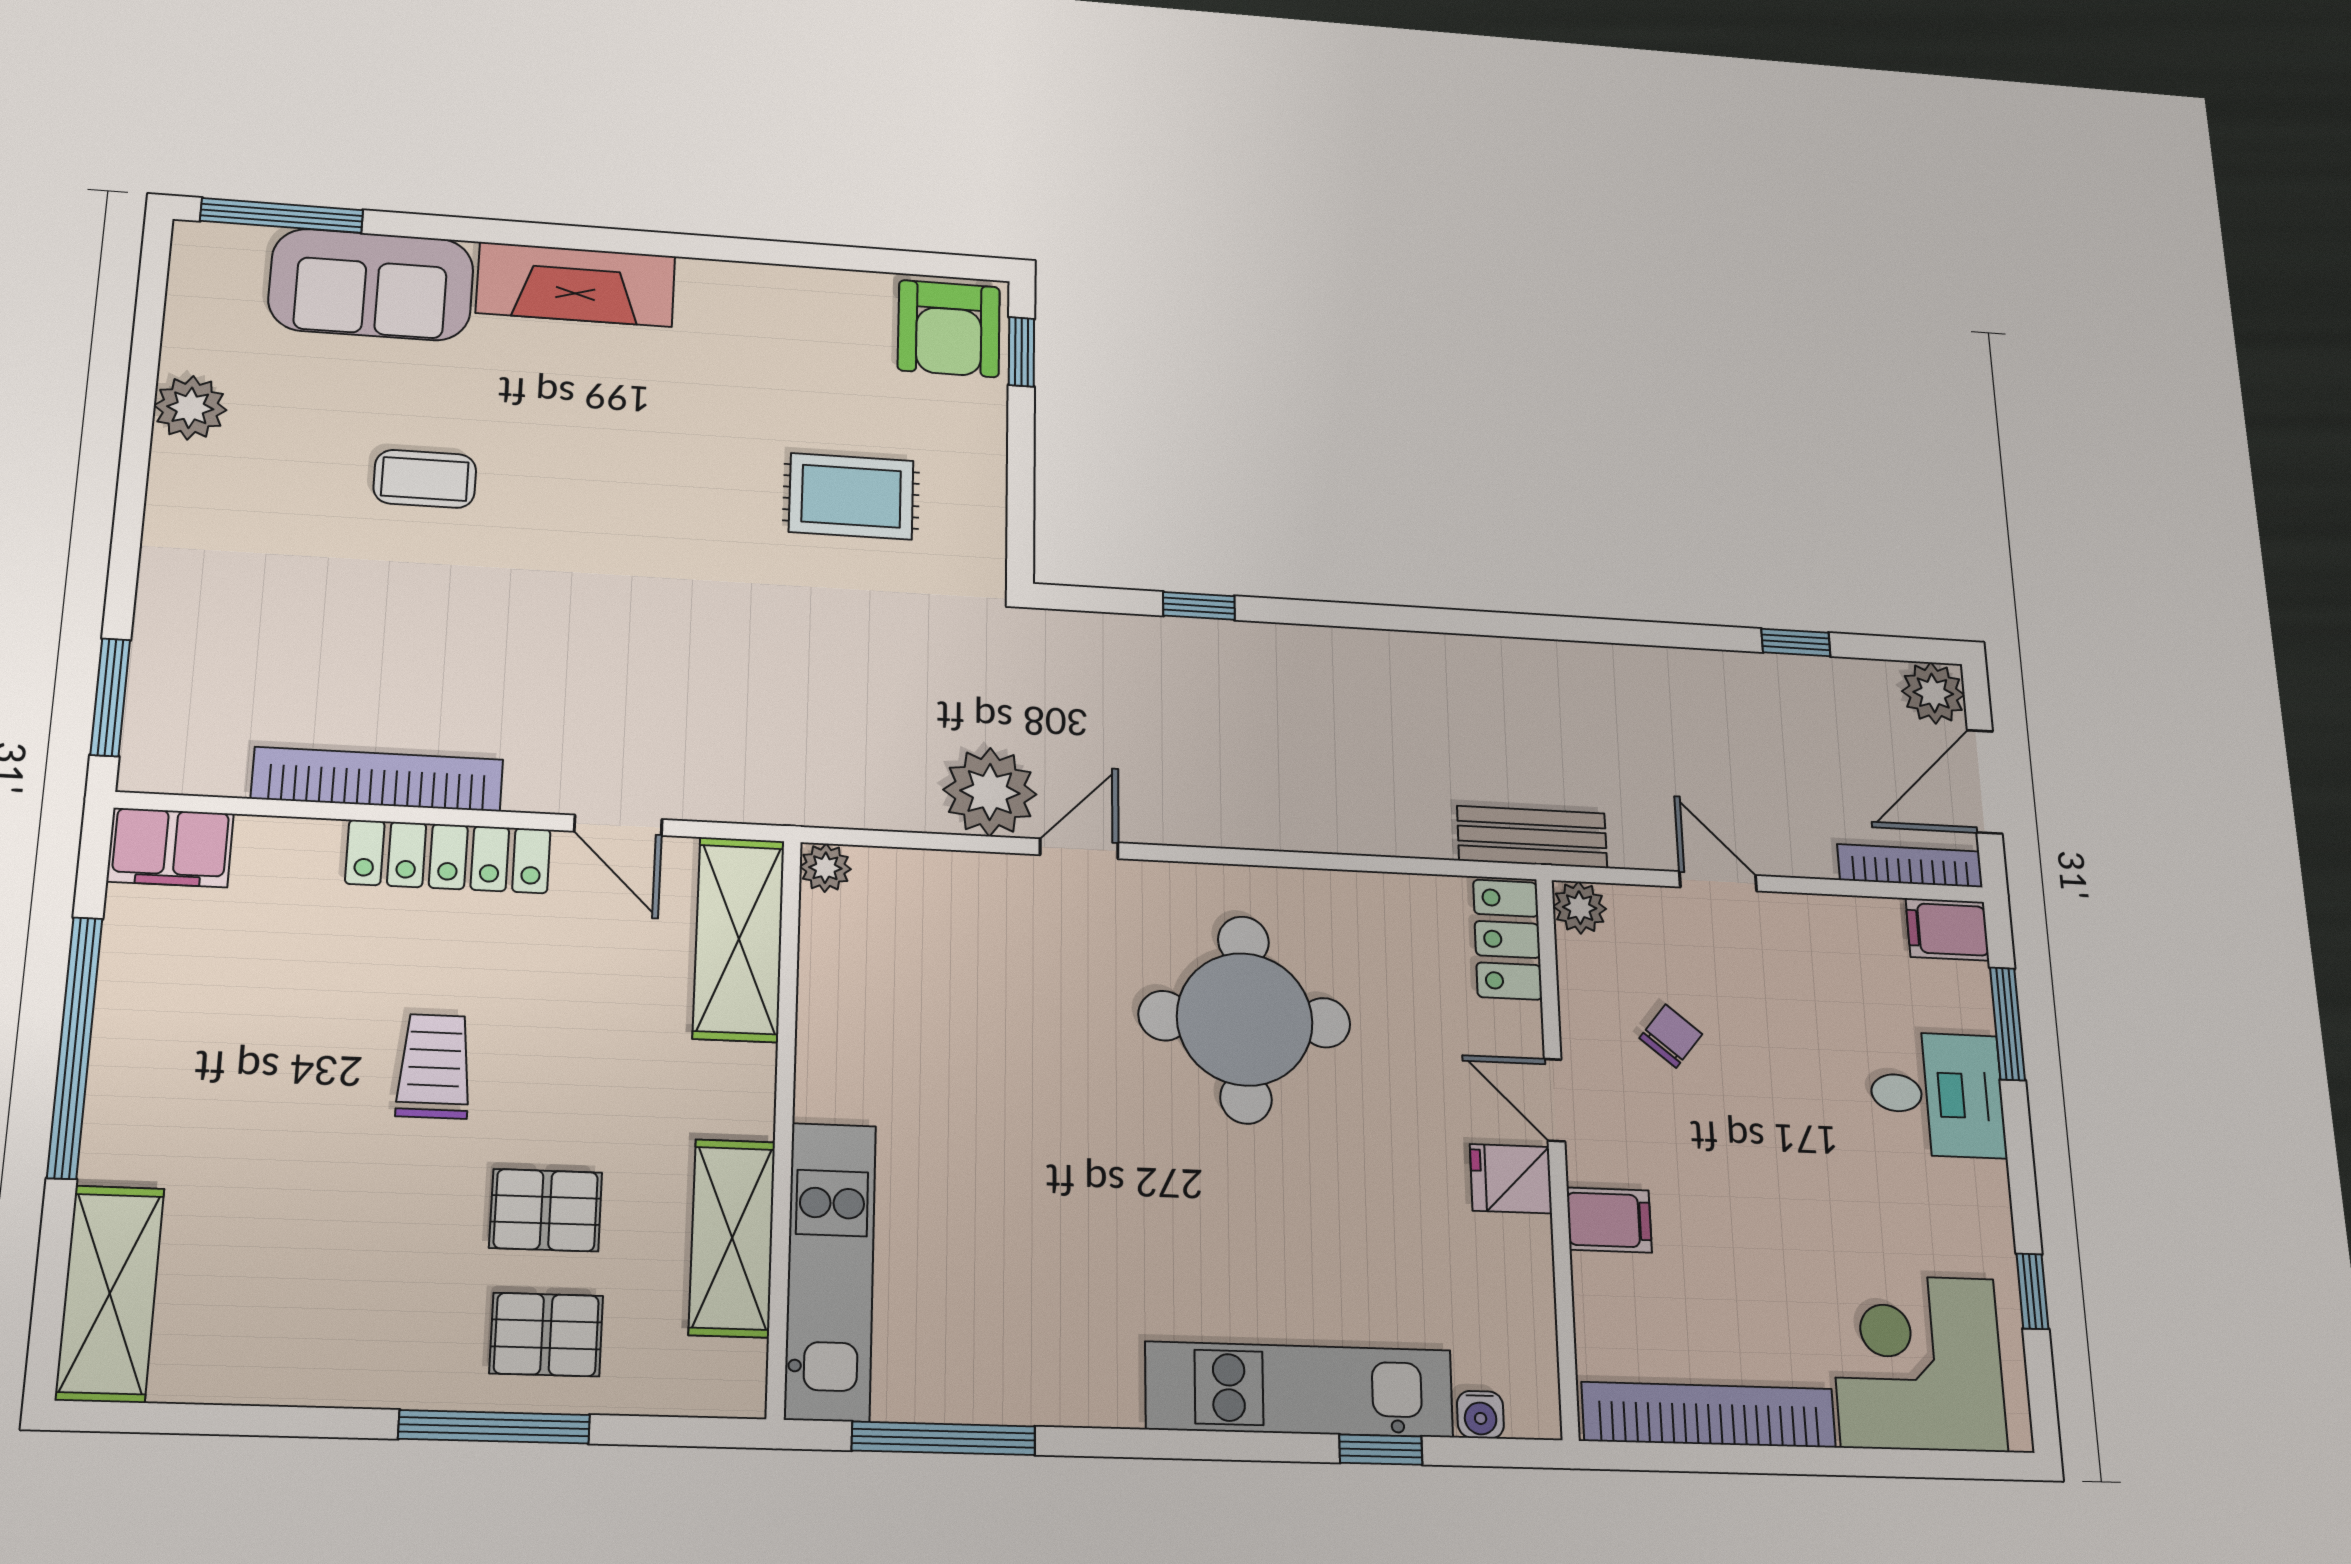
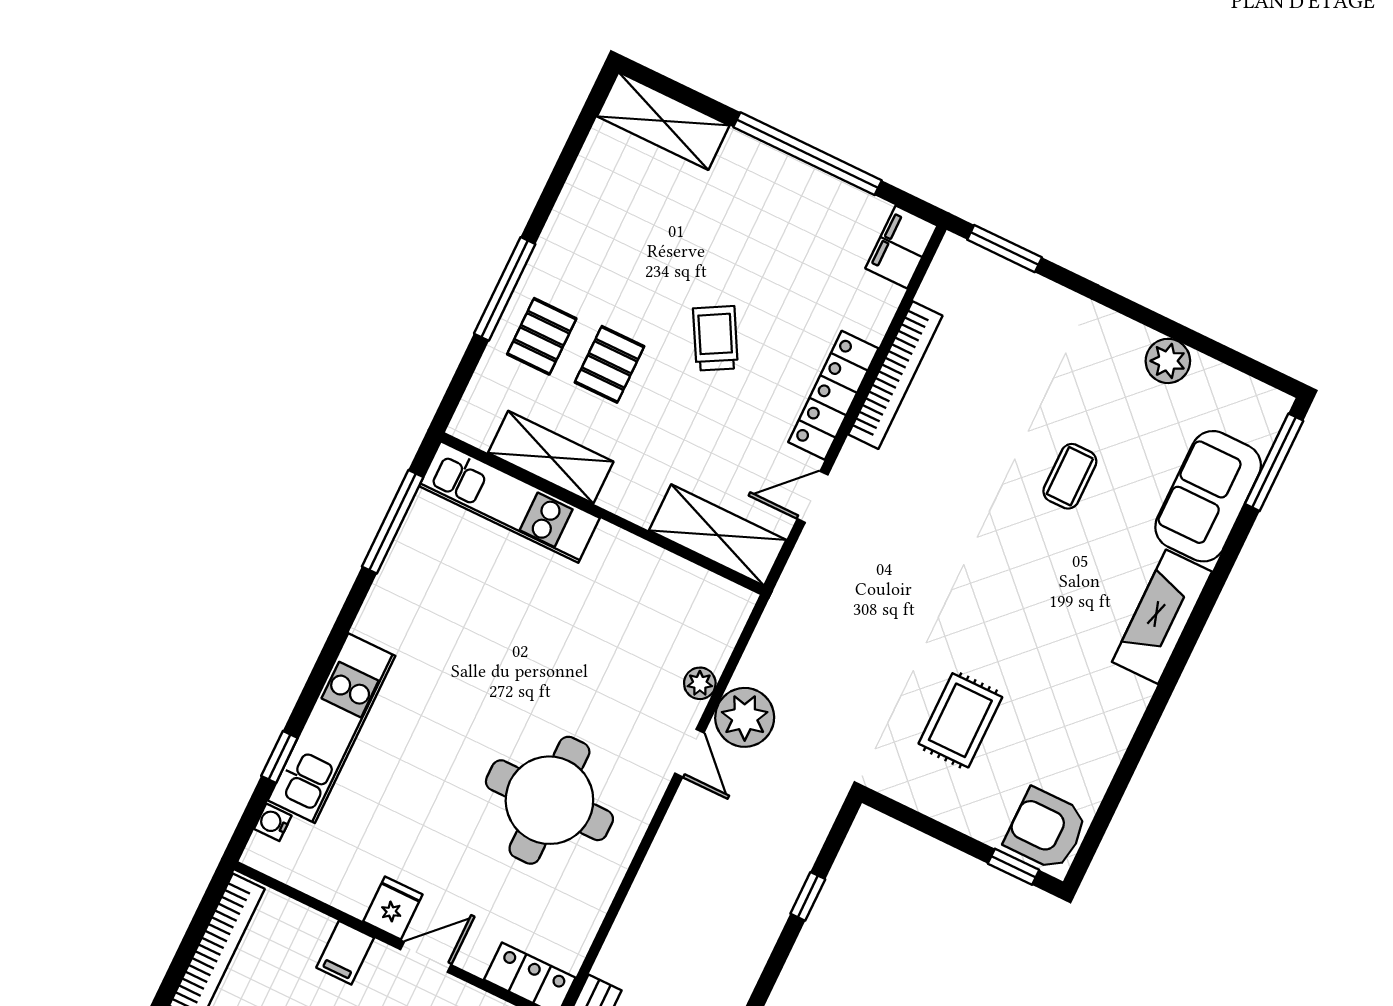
plant: (825, 868) -> (700, 683), moved
trolley: (434, 1066) -> (715, 338), turned -119

